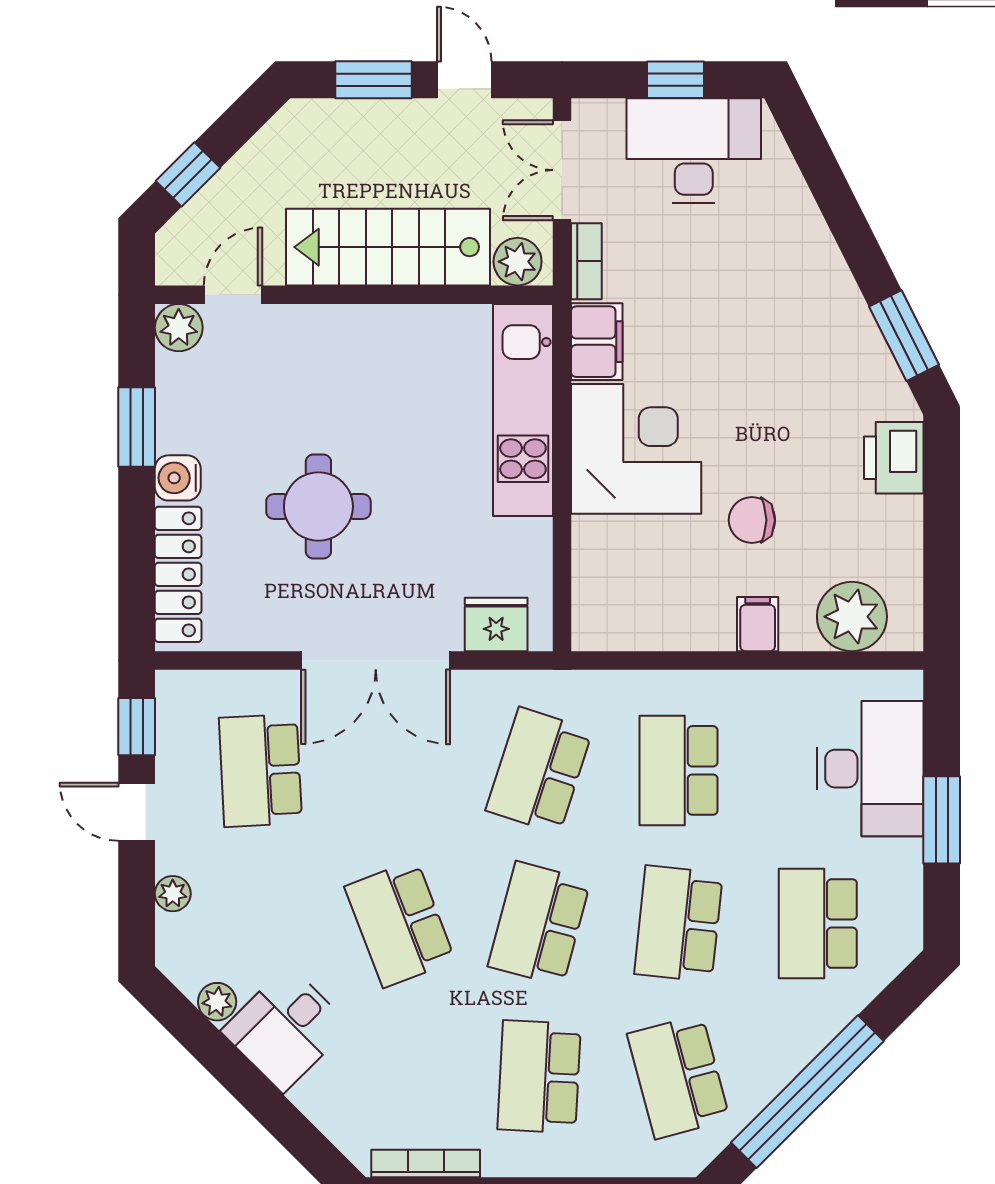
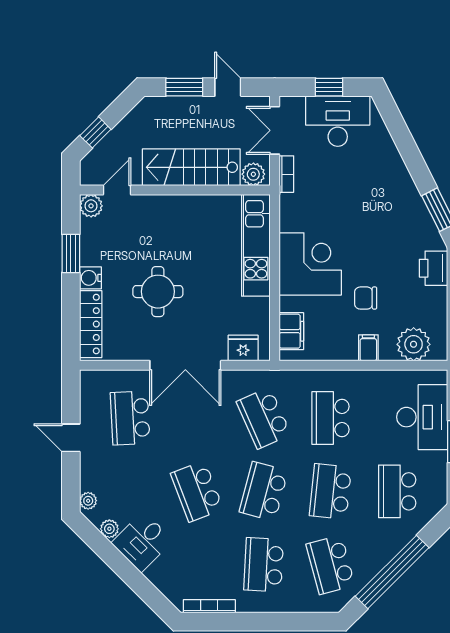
filing cabinet: (597, 342) -> (291, 331), moved
window: (137, 727) -> (71, 397), removed
school desk: (539, 770) -> (264, 418), turned -42
plant: (173, 894) -> (88, 501), moved

